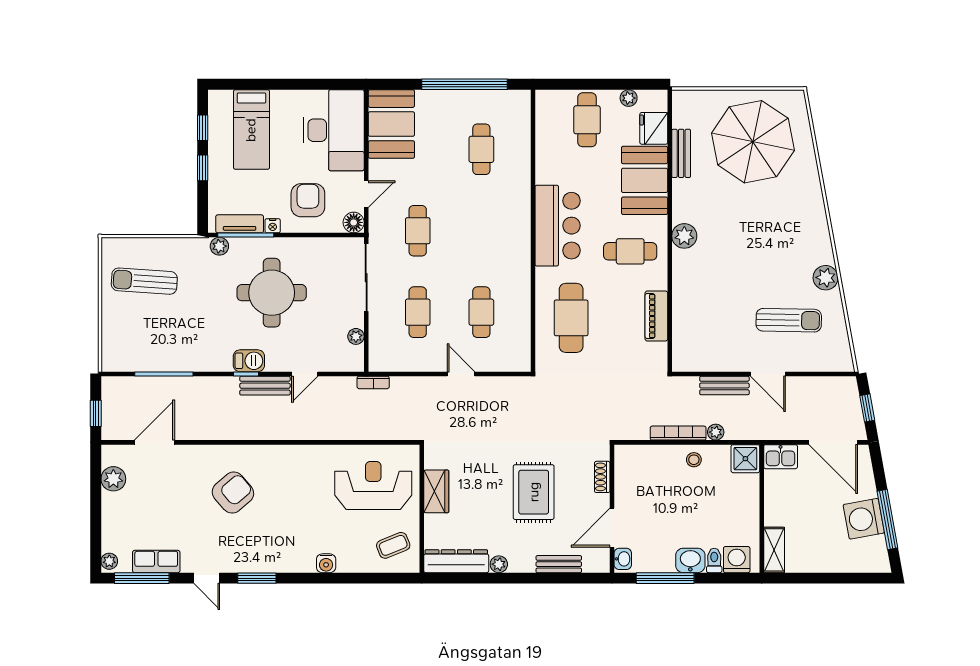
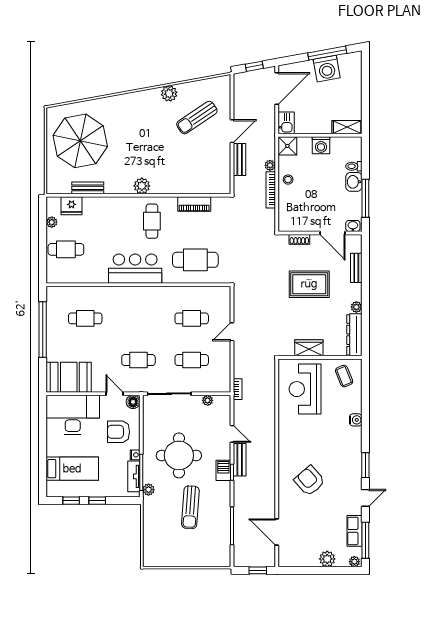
booth: (645, 180) -> (106, 212), removed
sun lounger: (144, 281) -> (190, 507), moved
sun lounger: (789, 320) -> (197, 118), turned -125
plant: (113, 479) -> (327, 559), moved
washing machine: (737, 560) -> (321, 145), moved, turned -90

